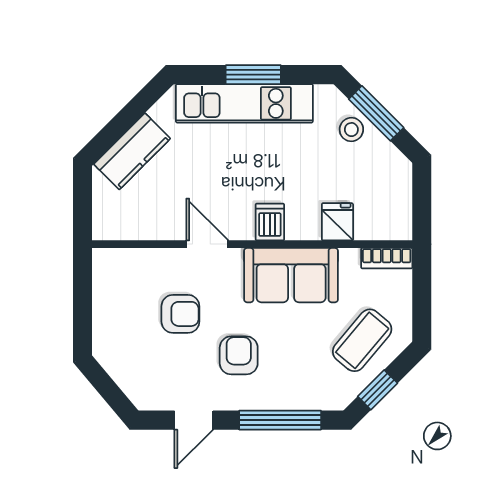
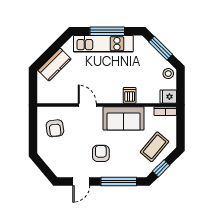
window: (253, 75) -> (107, 31), width x1.44
stool: (351, 130) -> (168, 74), moved
dishwasher: (270, 222) -> (130, 95), moved
fridge: (337, 222) -> (168, 97), moved, turned -90
armchair: (180, 314) -> (55, 128), moved, turned 83

